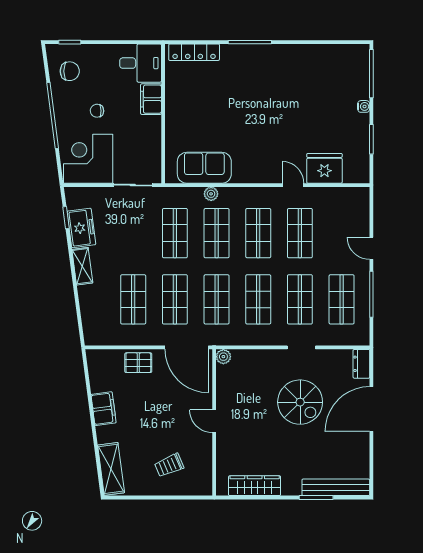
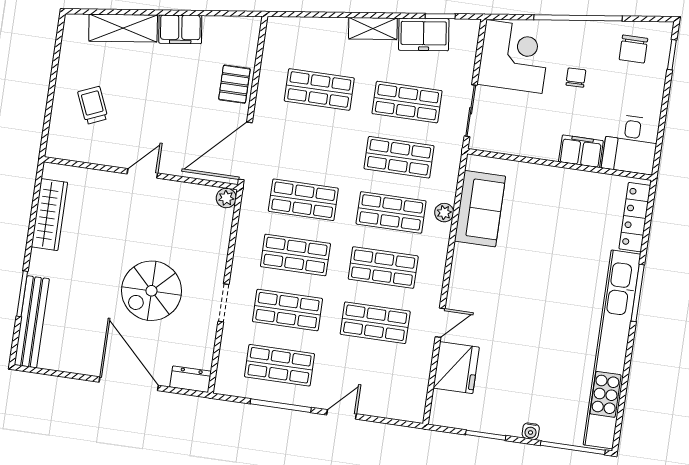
kitchen unit: (294, 55) -> (612, 349), added
shop shelf: (175, 299) -> (407, 102), moved
shelving: (111, 469) -> (123, 28), moved

